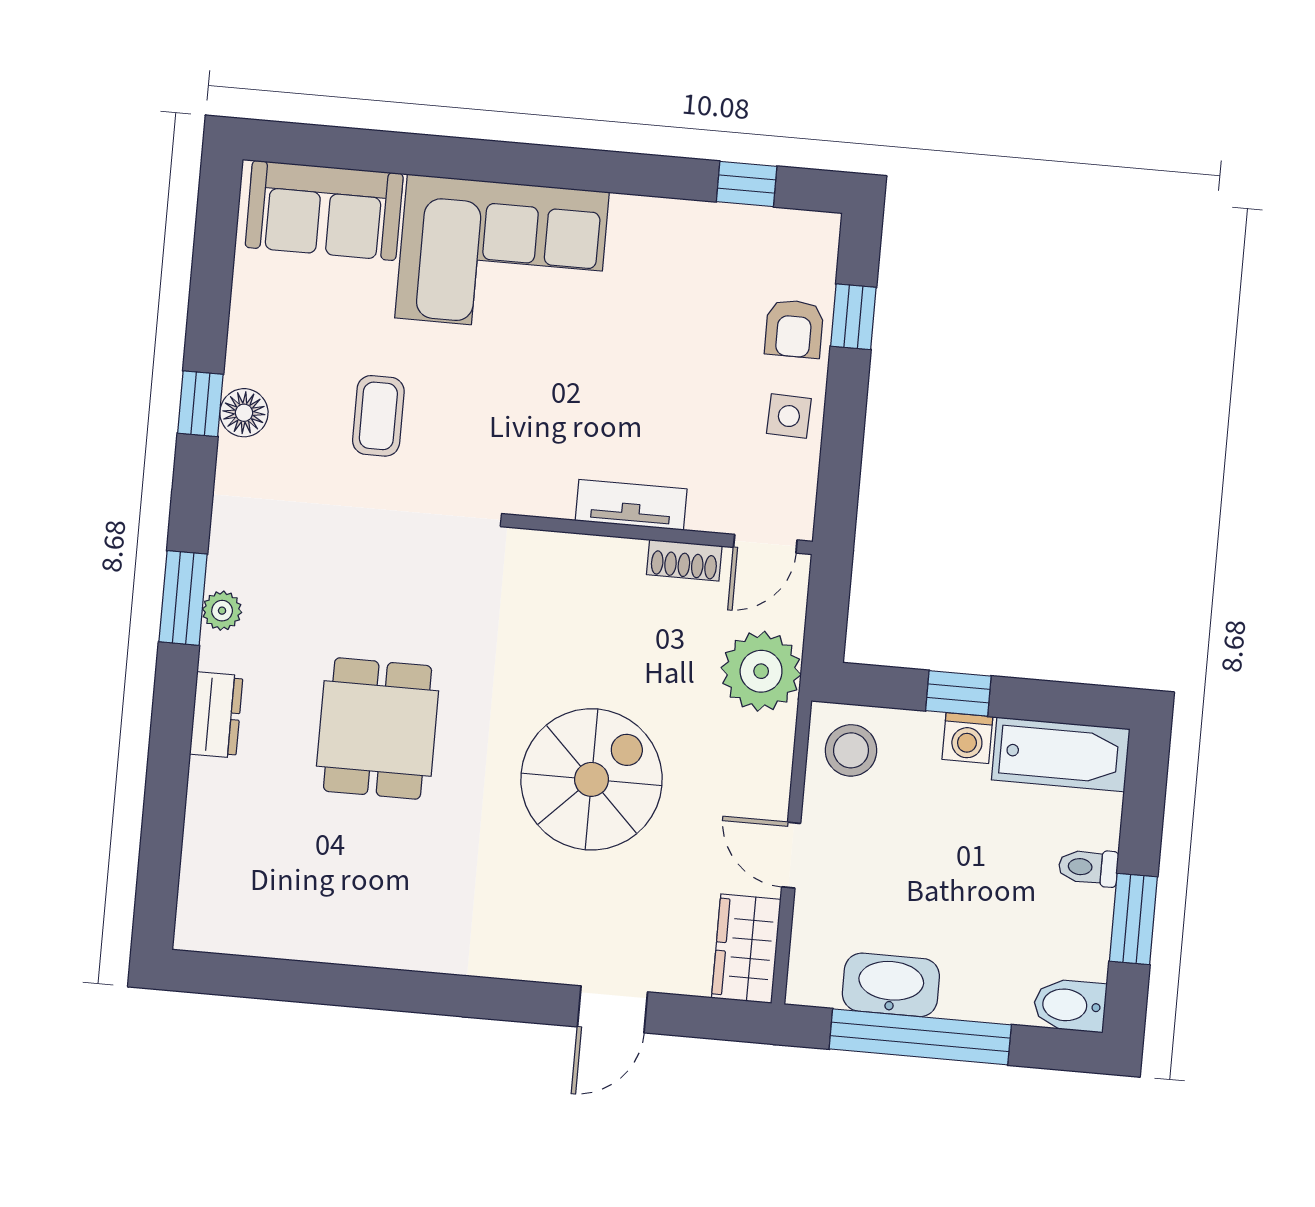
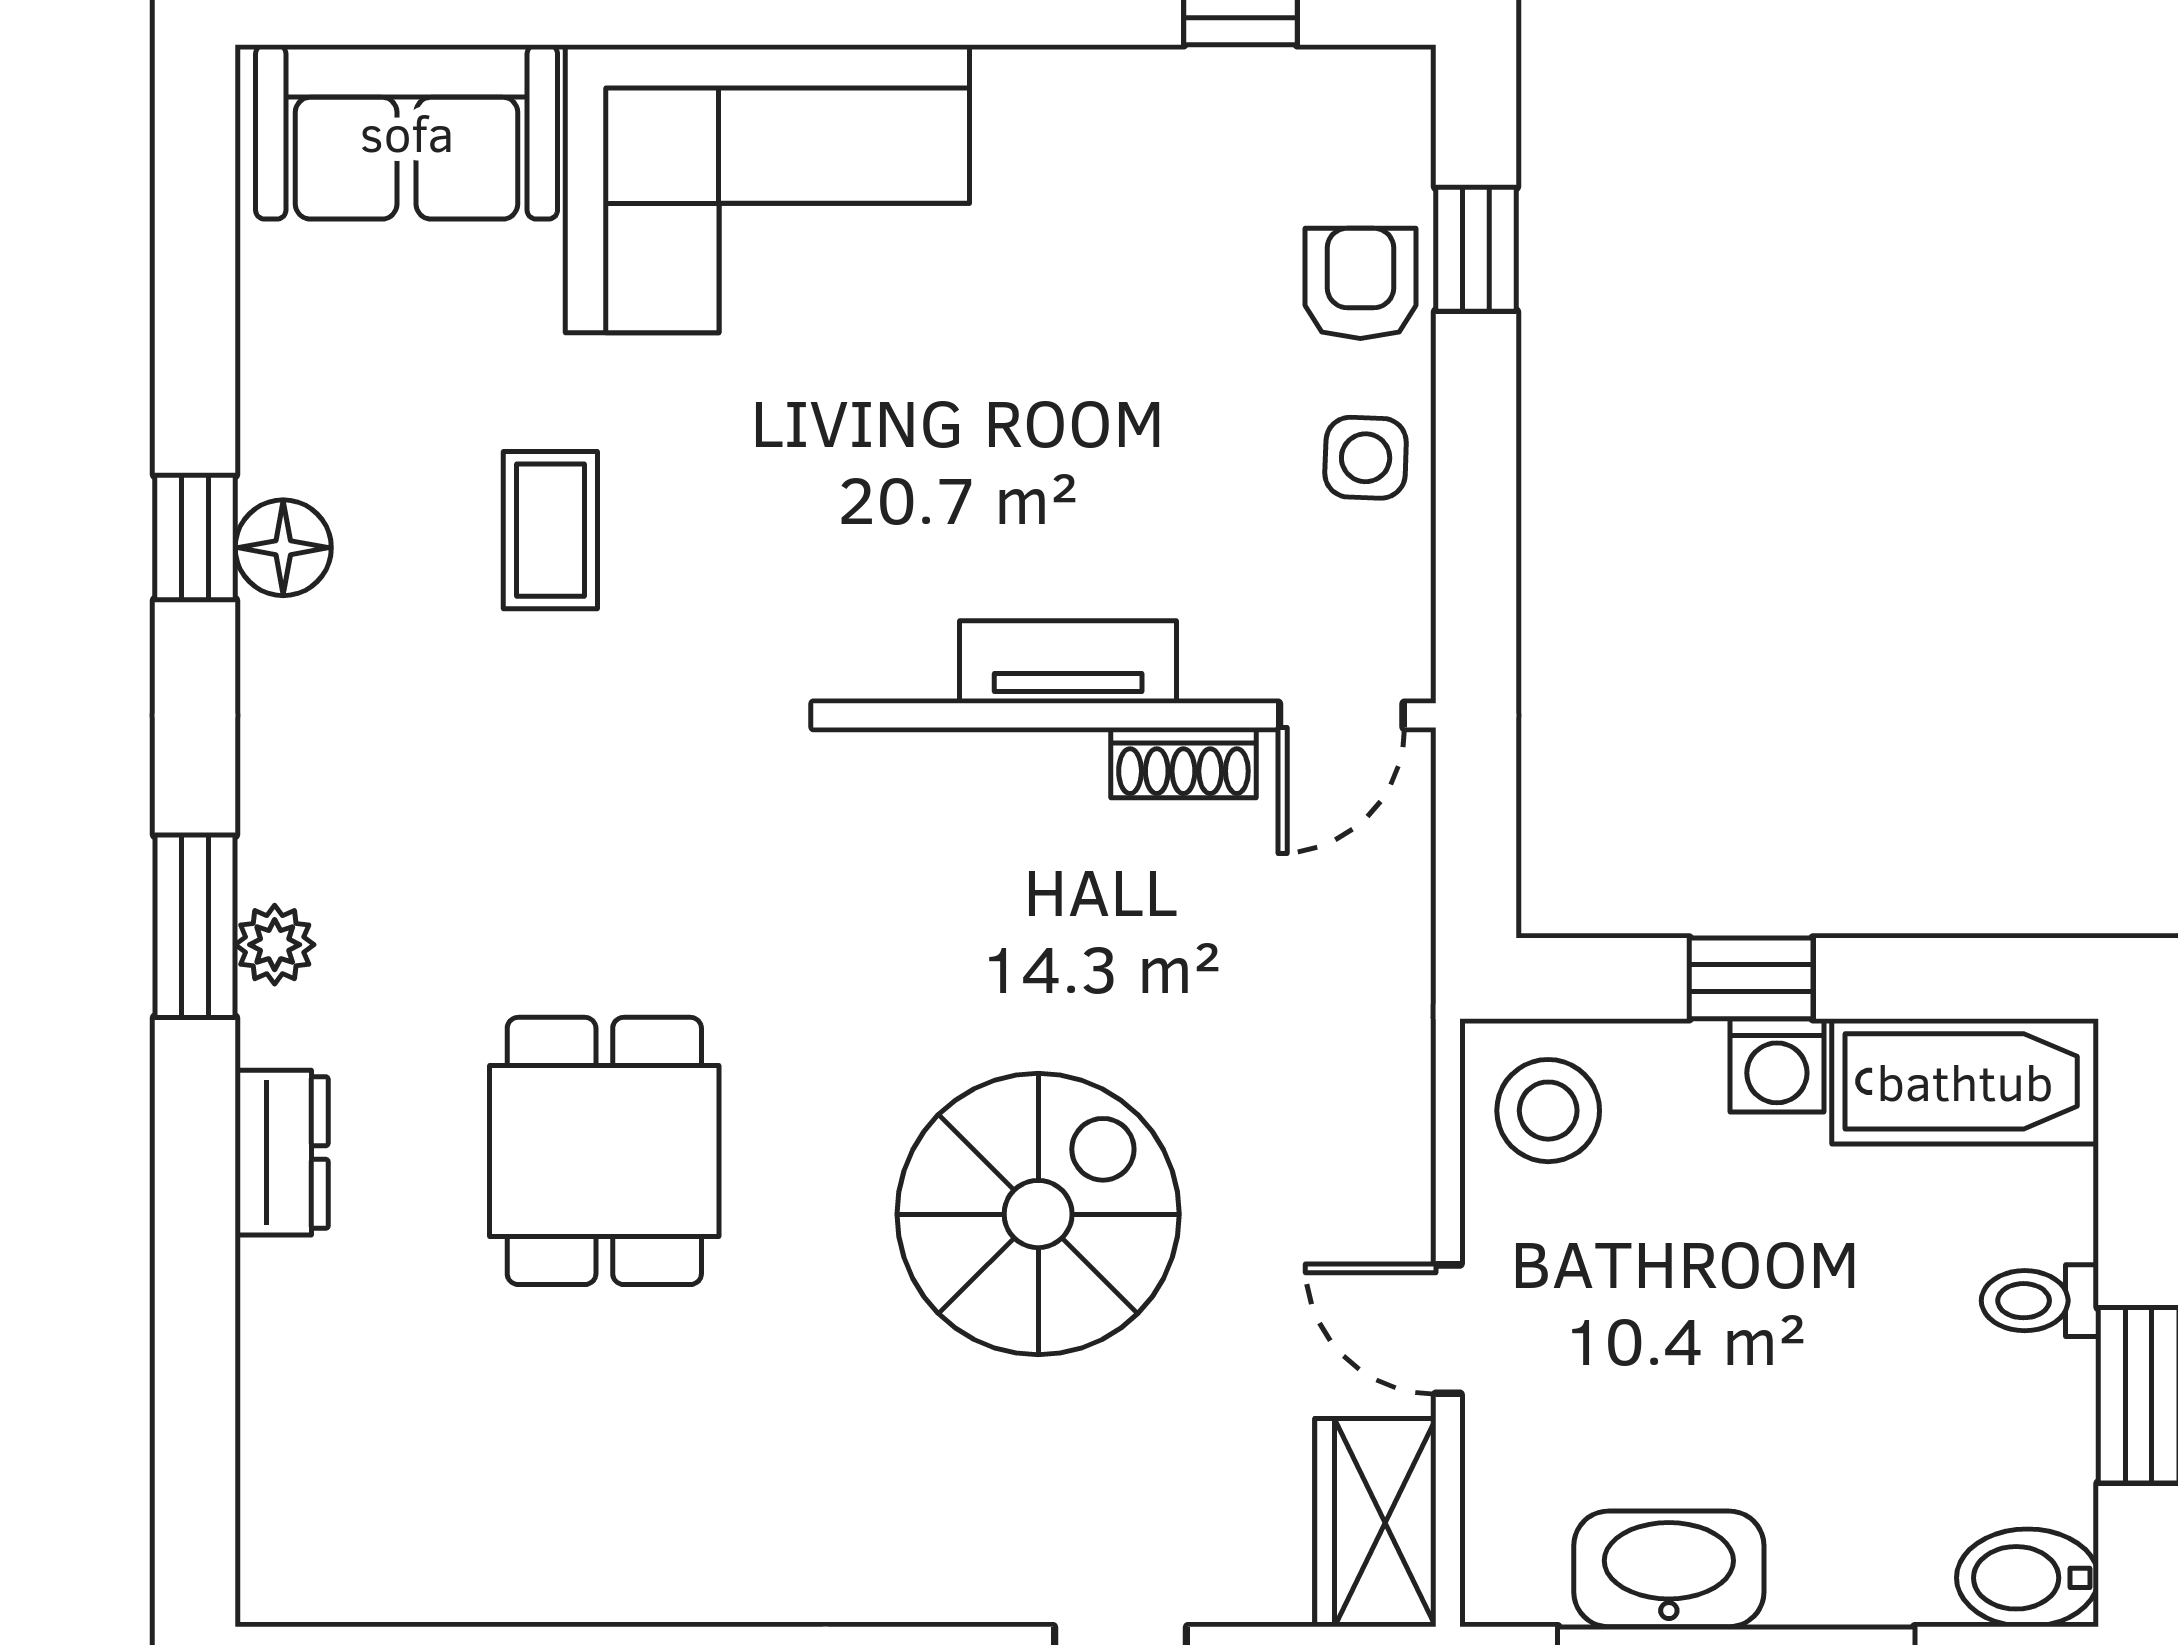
armchair: (794, 329) -> (1360, 283), turned 180
plant: (761, 671) -> (1356, 969), removed

